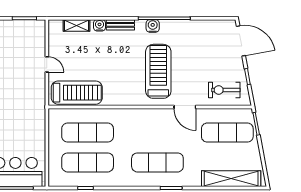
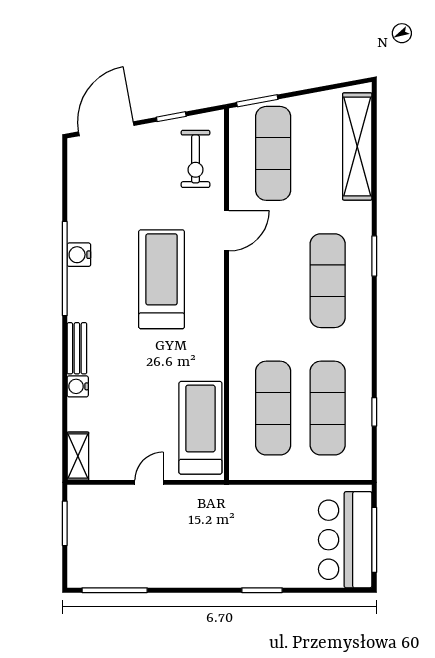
shelving: (77, 25) -> (78, 456), moved
water cooler: (153, 26) -> (79, 255), moved
treadmill: (158, 71) -> (162, 279), turned 90

